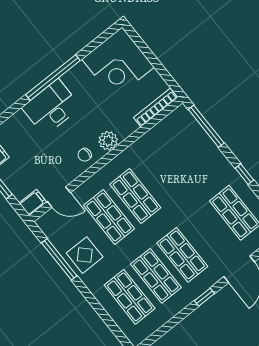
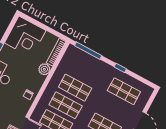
plant: (108, 141) -> (44, 69), moved
shop shelf: (162, 175) -> (75, 88), added

